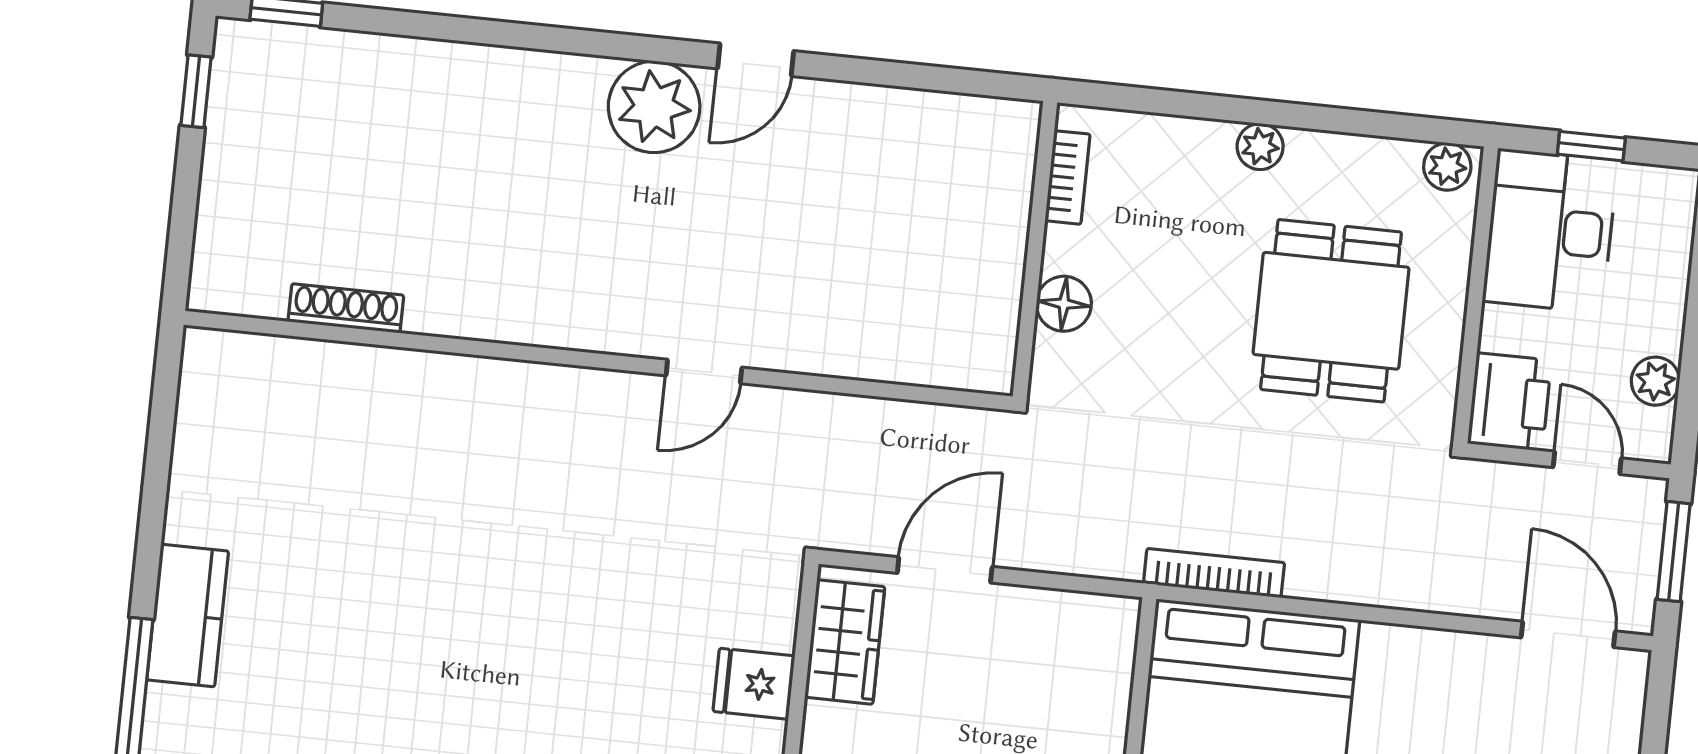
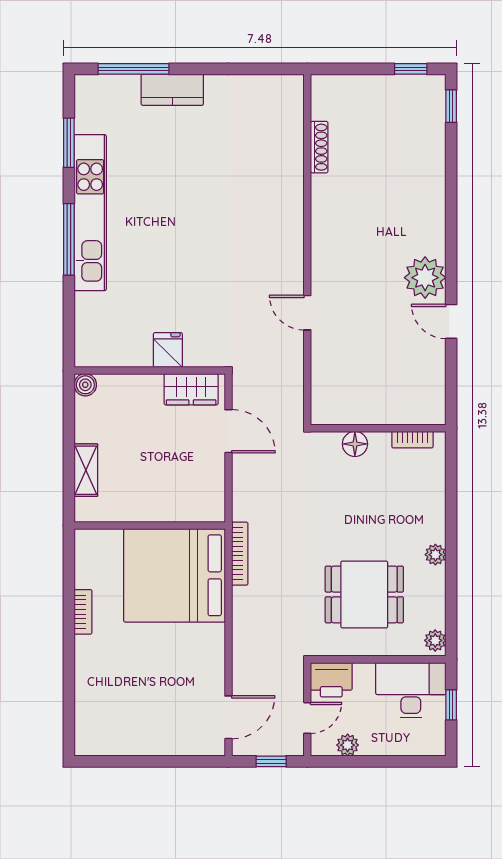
bookcase: (1067, 177) -> (412, 440), moved
wall: (1035, 249) -> (378, 428), moved
floor lamp: (1064, 304) -> (355, 444), moved
window: (1674, 552) -> (271, 761), width x0.67

